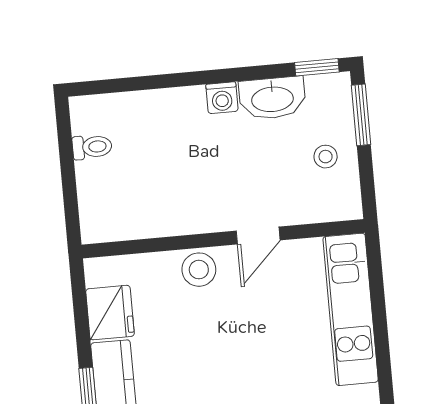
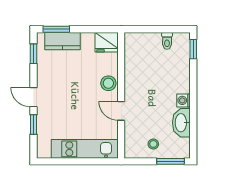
window: (317, 67) -> (193, 49), moved
fridge: (110, 313) -> (107, 42), moved

